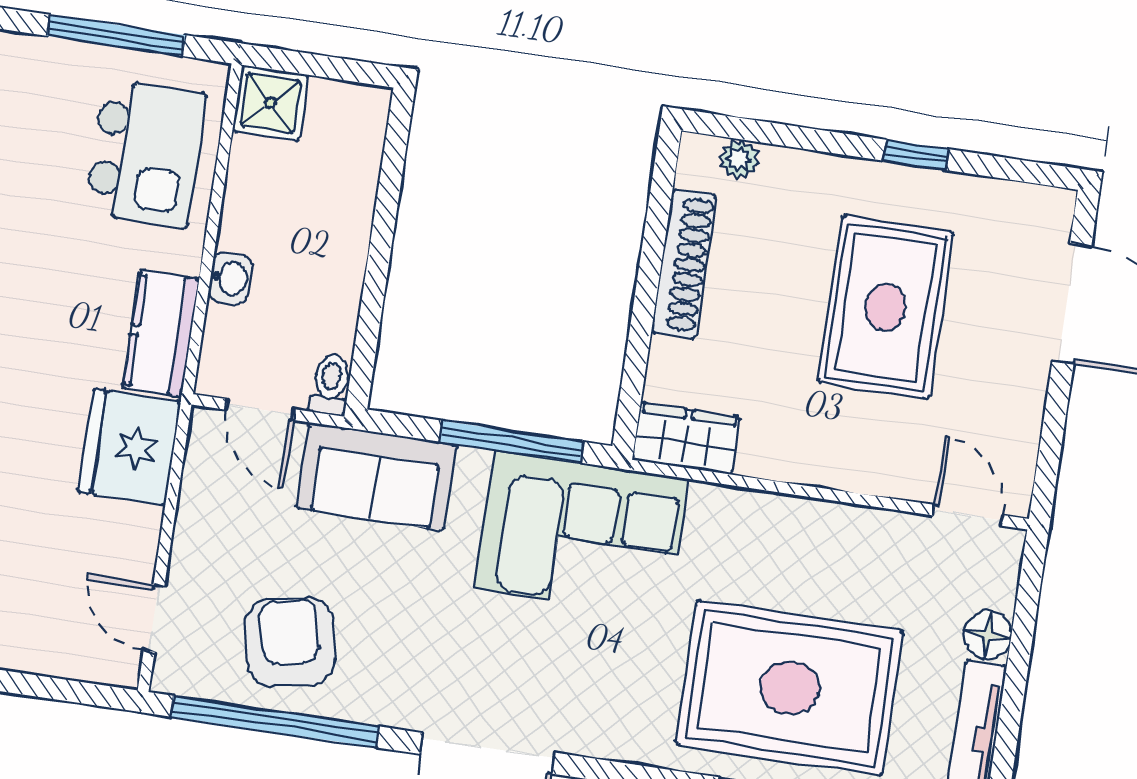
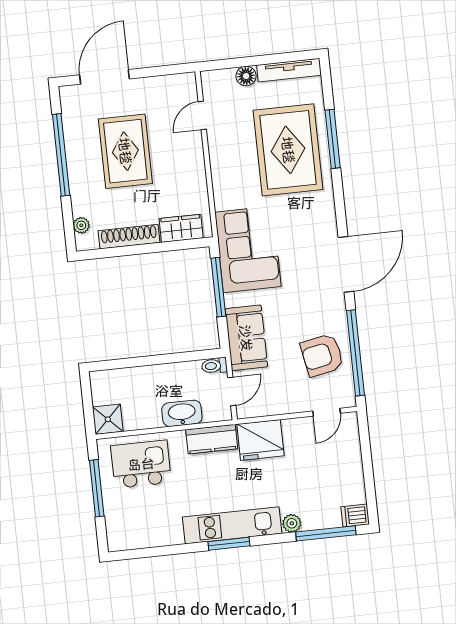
window: (916, 155) -> (61, 155), width x3.17
washbasin: (230, 278) -> (182, 413), width x1.91, depth x1.45
rug: (885, 307) -> (125, 151), turned 90
wardrobe: (686, 438) -> (181, 228), moved, turned 90
door: (968, 515) -> (202, 116), moved

